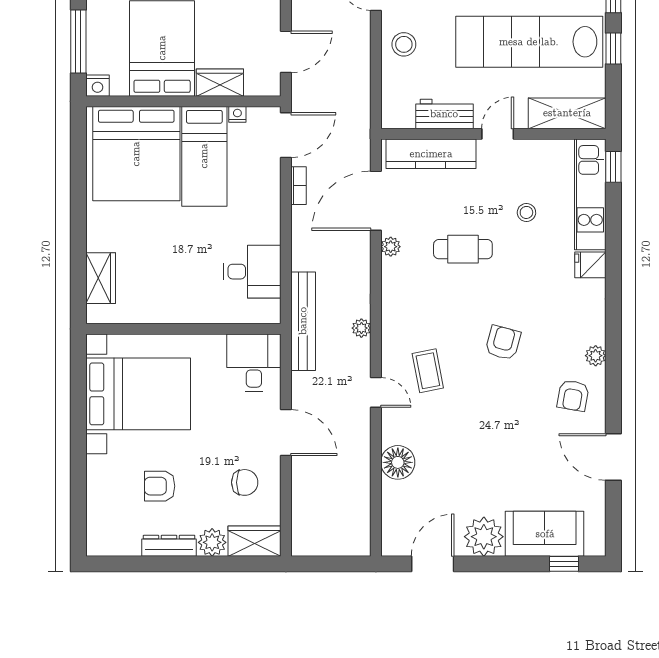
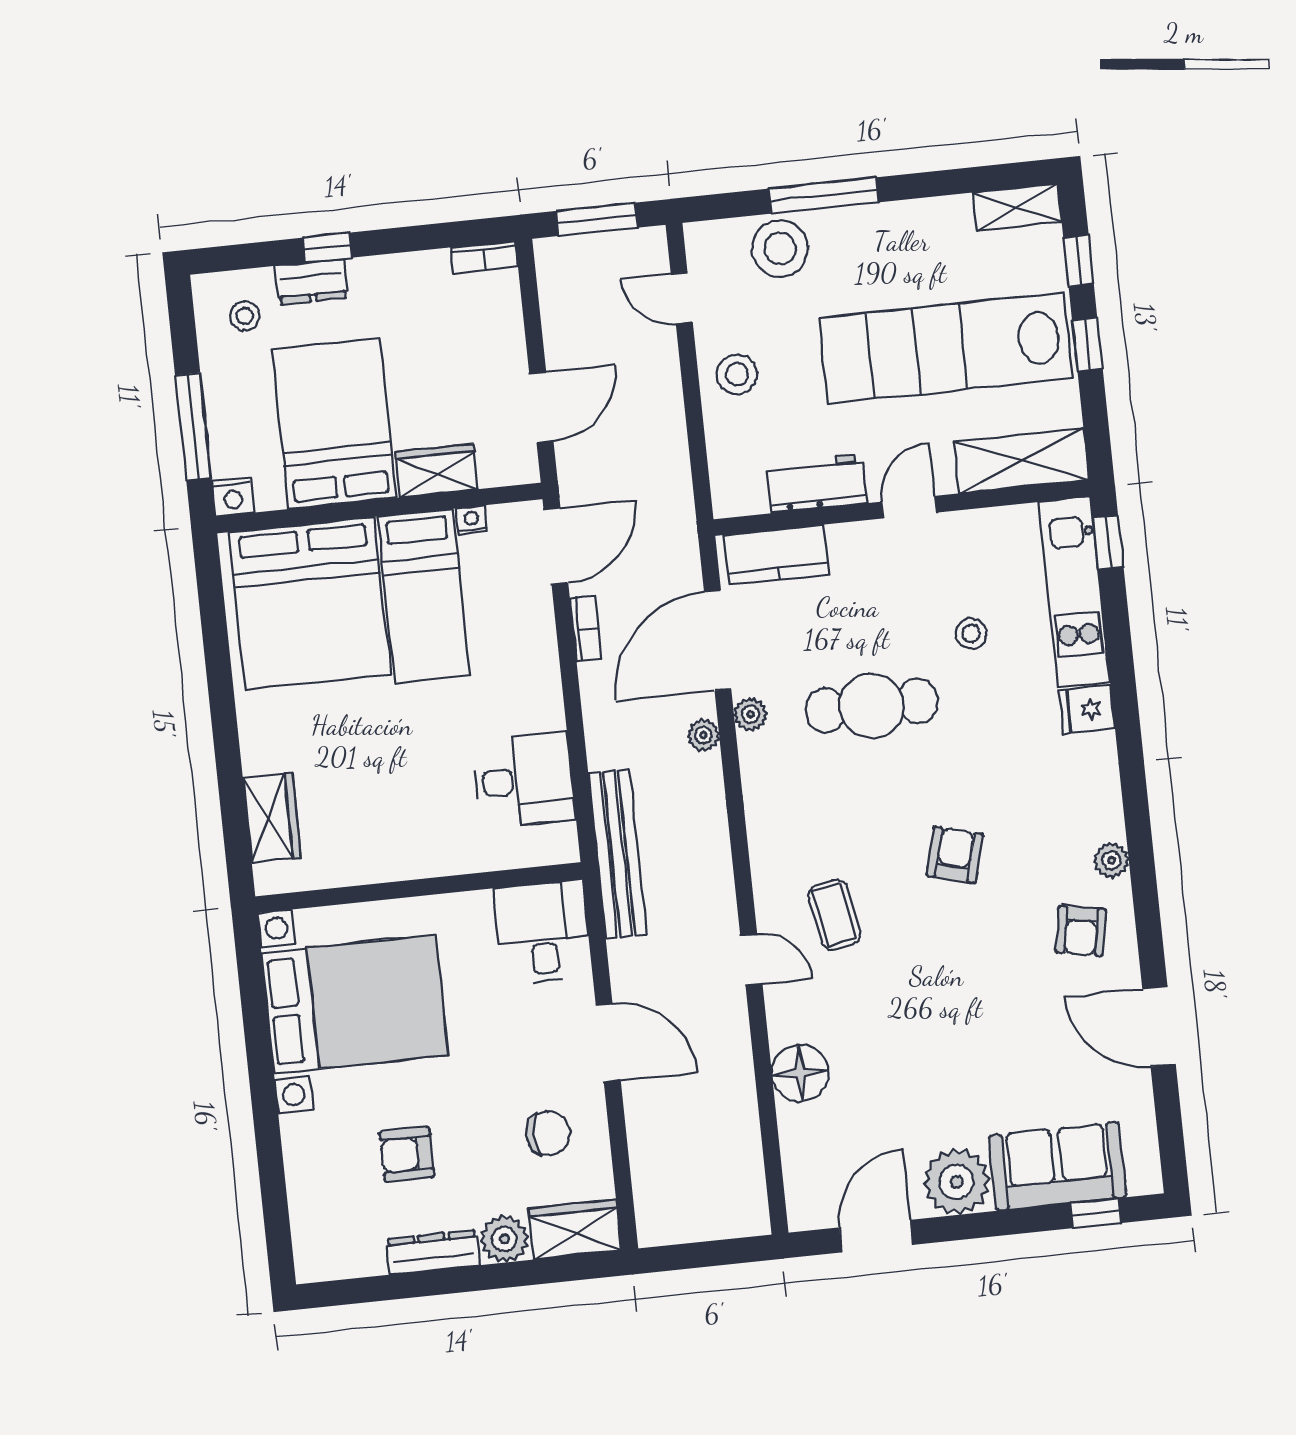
kitchen counter: (431, 154) -> (776, 555), width x0.67
cafe table: (463, 249) -> (872, 706), width x1.37, depth x1.35
plant: (361, 328) -> (703, 735), moved

